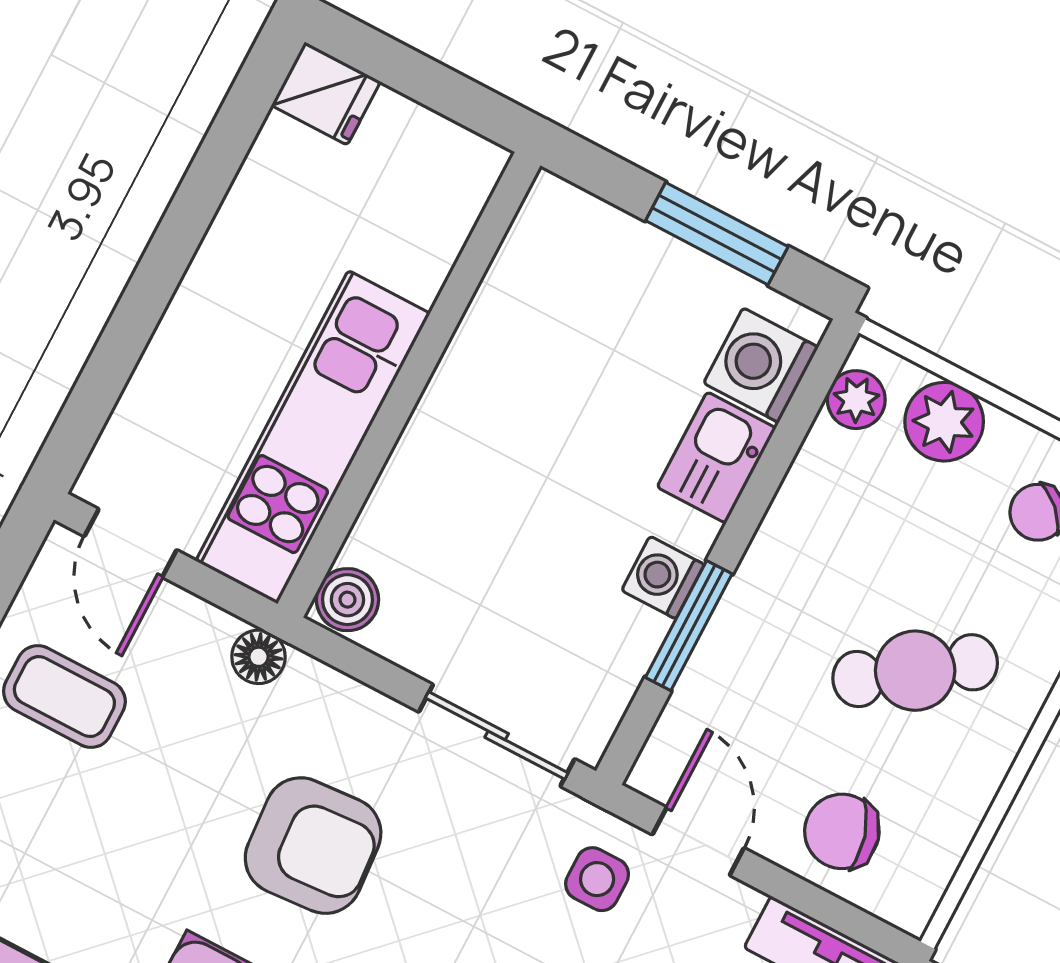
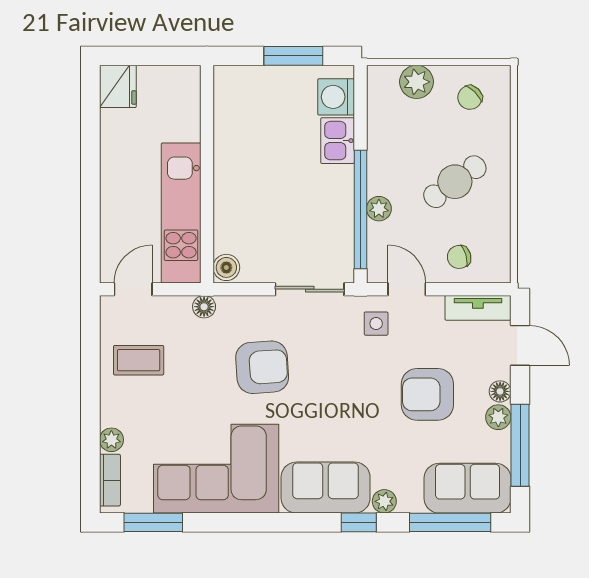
fridge: (326, 93) -> (118, 86), width x1.38
plant: (856, 400) -> (379, 209), moved
door: (130, 543) -> (133, 289), swing flipped
washing machine: (663, 577) -> (341, 197), removed
window: (689, 626) -> (360, 210), width x2.11
chair: (842, 831) -> (459, 257), width x0.73, depth x0.73

